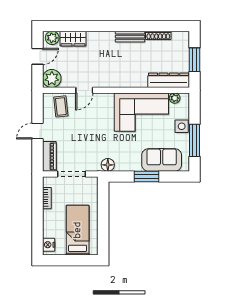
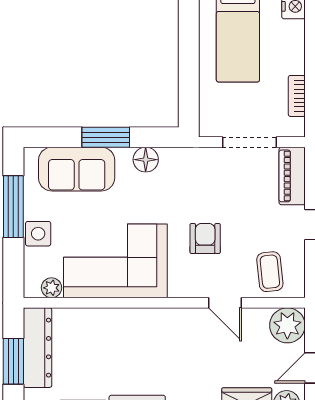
dresser: (169, 80) -> (37, 348), moved, turned -90
door: (84, 90) -> (225, 303), swing flipped
armchair: (95, 124) -> (205, 239), added
floor lamp: (108, 165) -> (146, 160), moved

